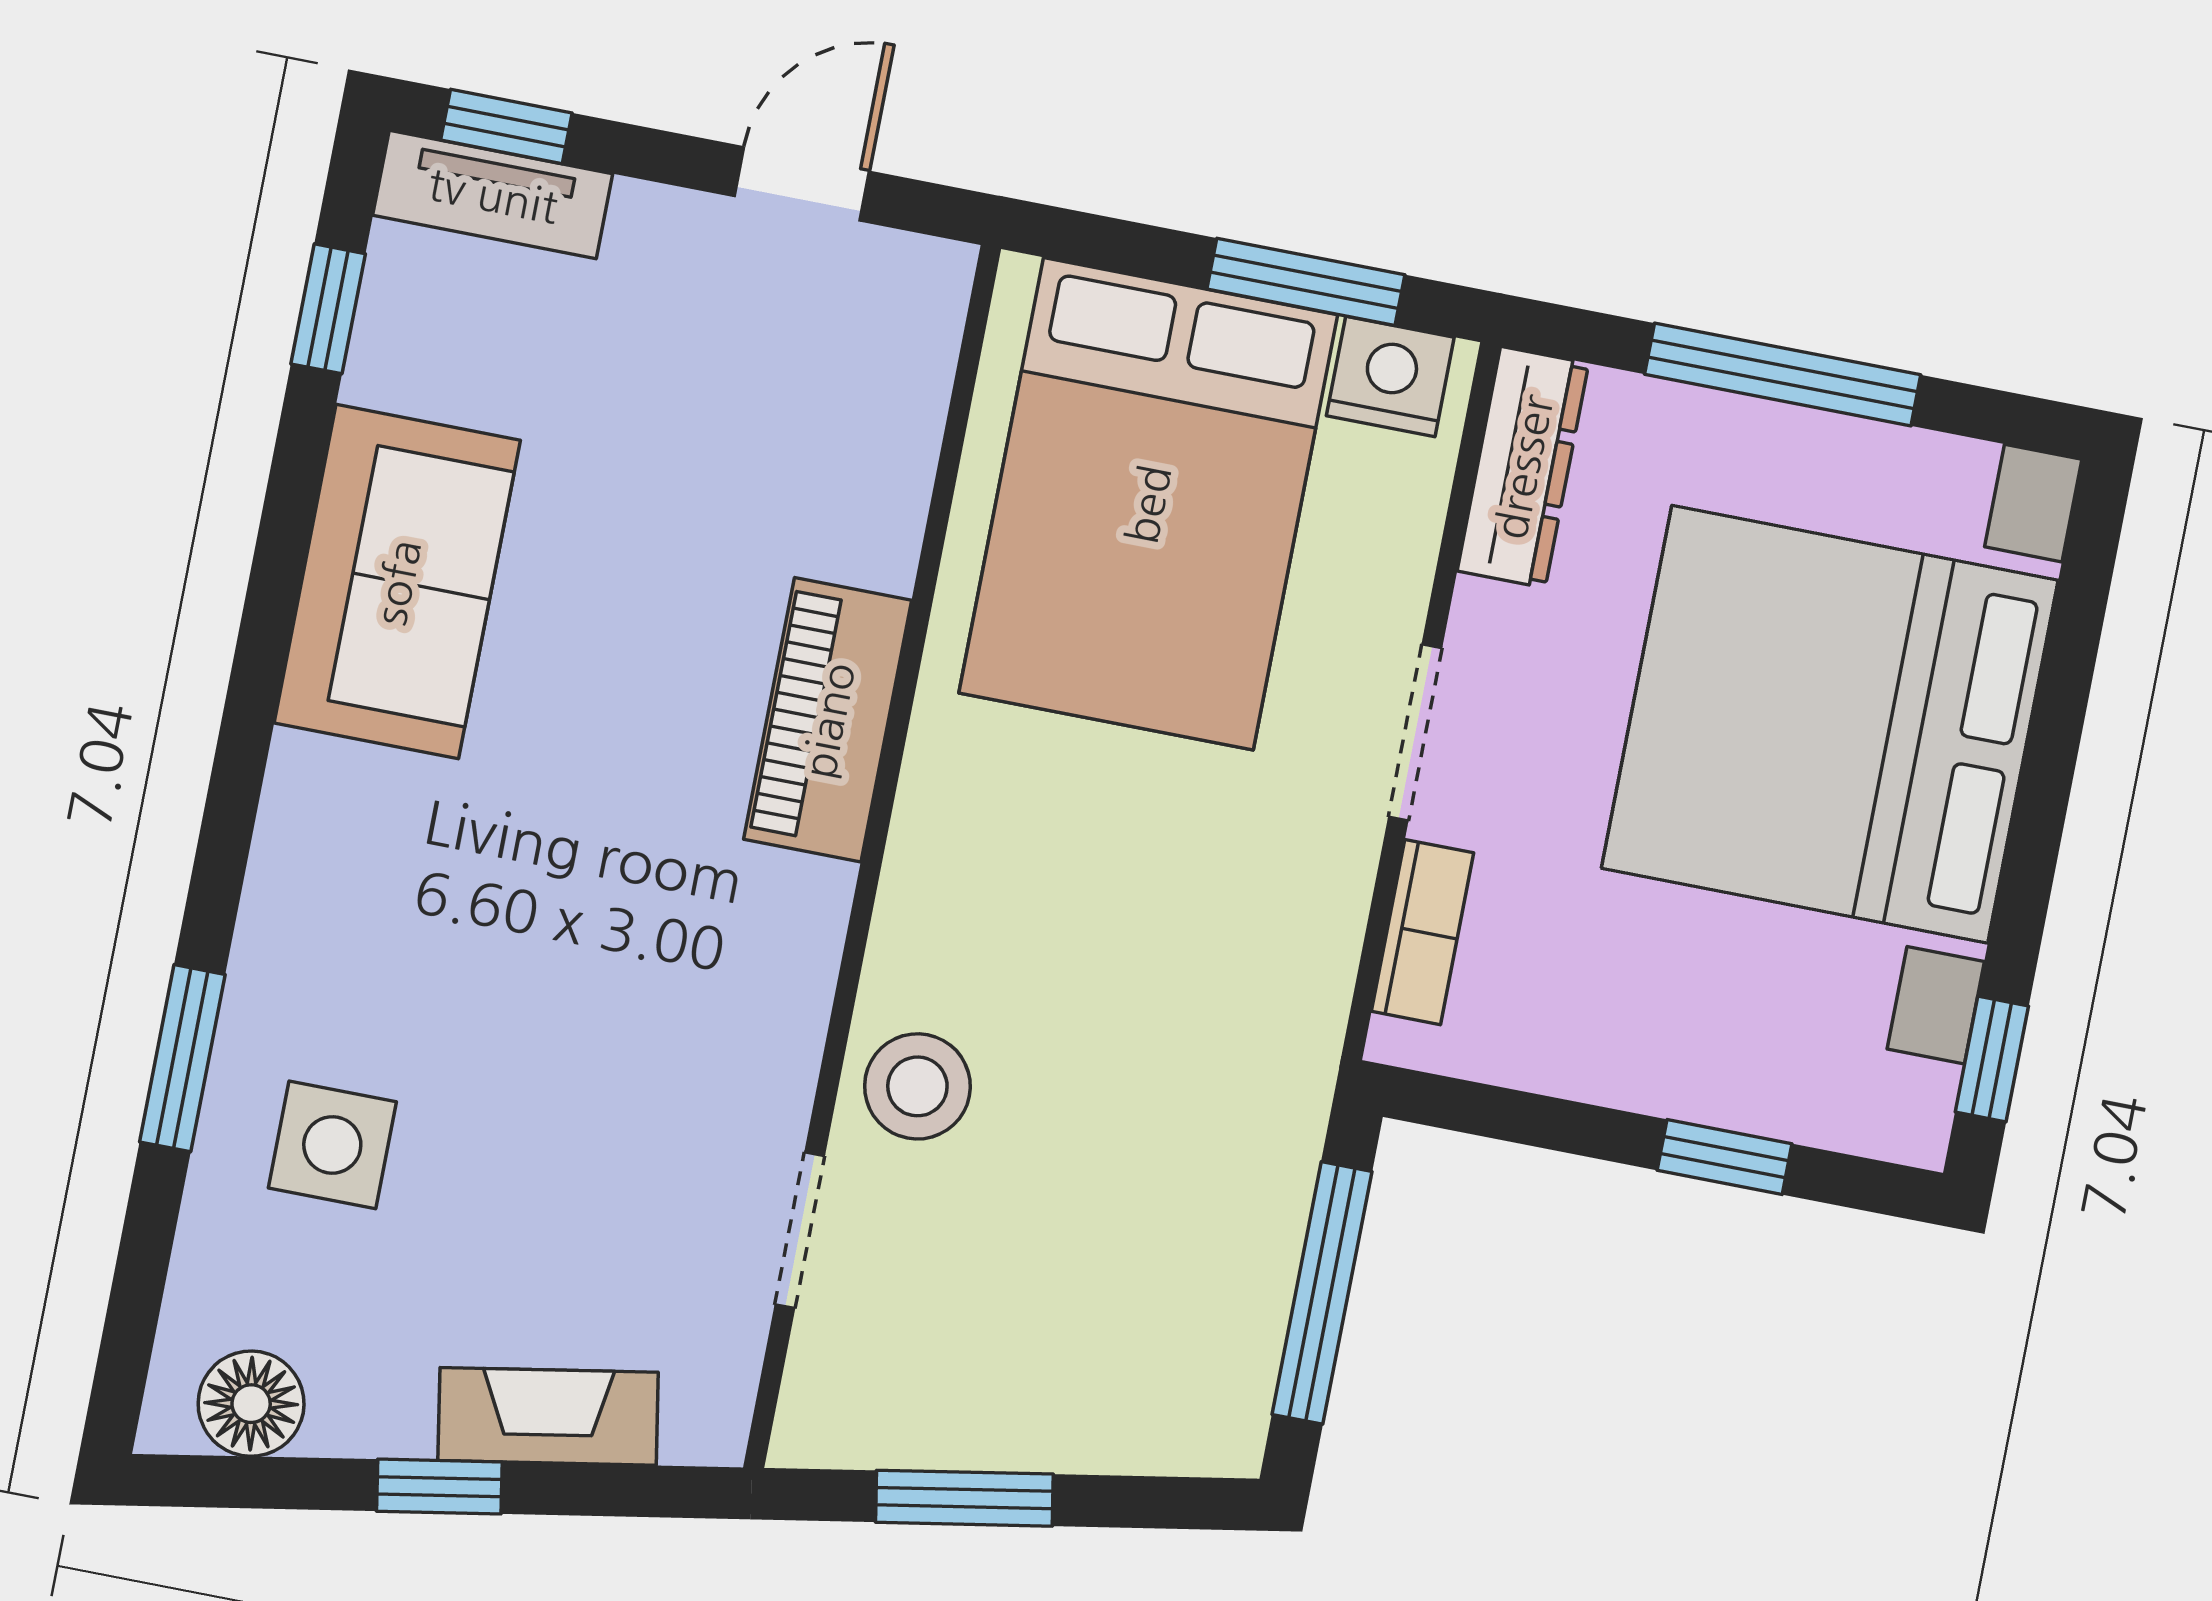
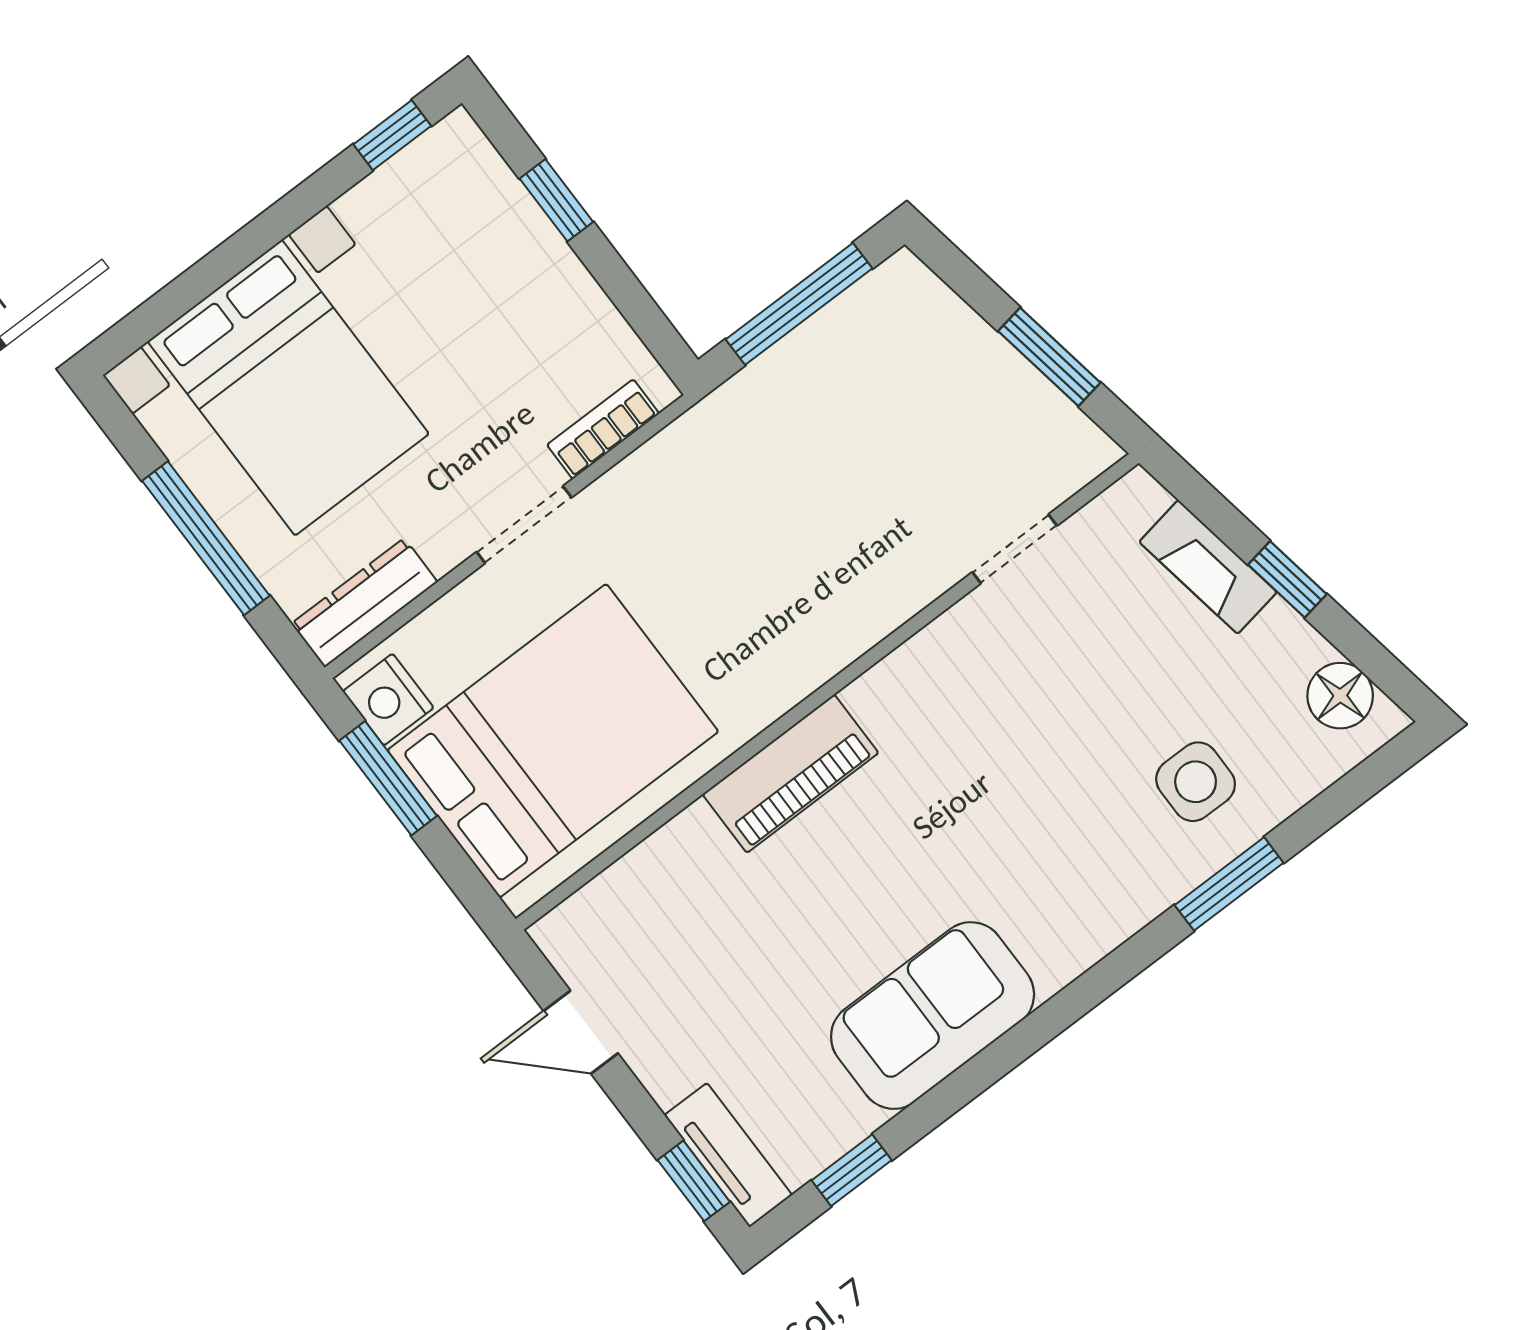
bed with nightstands: (1830, 724) -> (288, 388), width x0.73
stool: (917, 1086) -> (901, 567), removed

